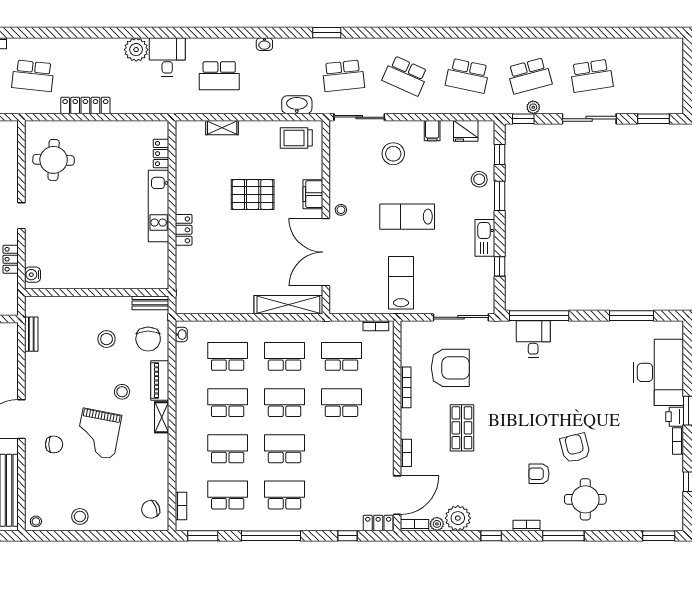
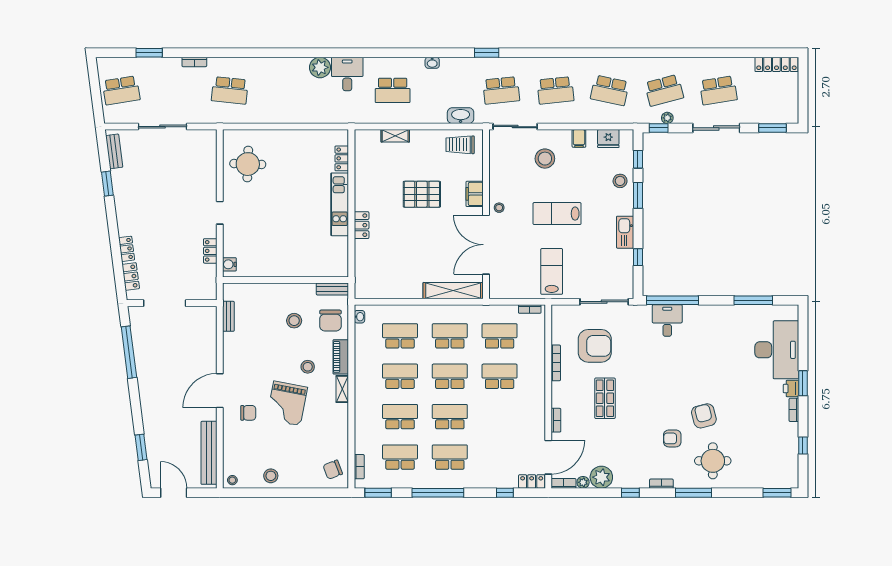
school desk: (405, 76) -> (555, 90), turned -30
locker: (85, 105) -> (776, 64), moved, turned 180

